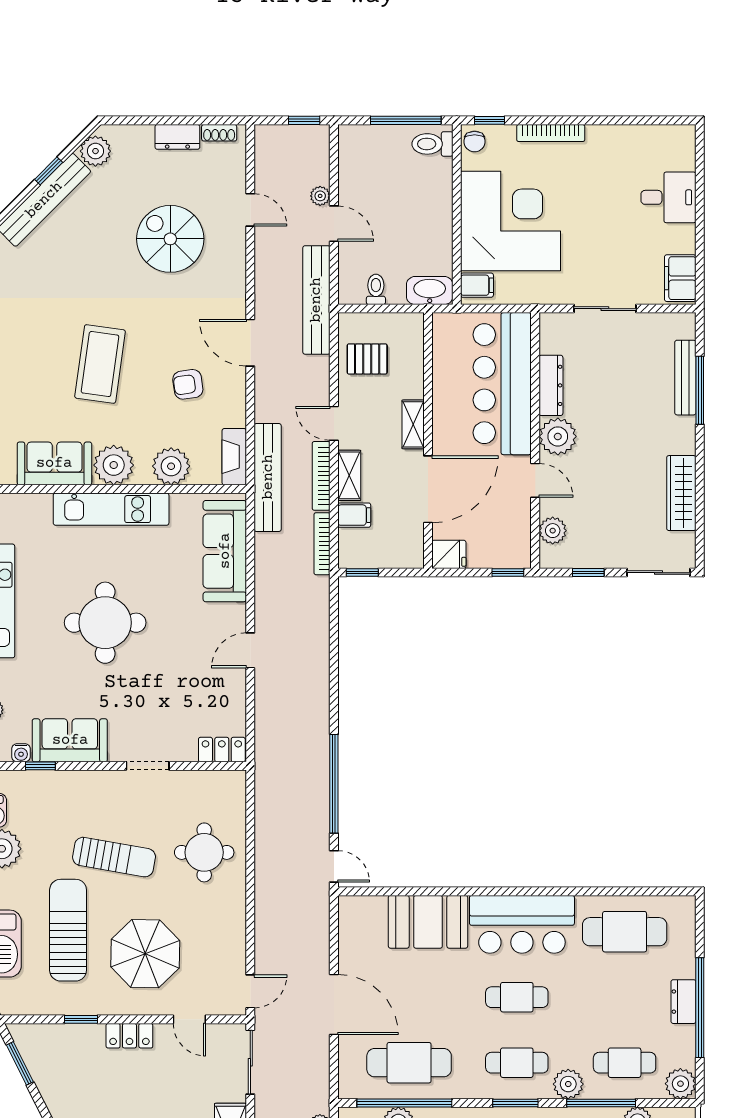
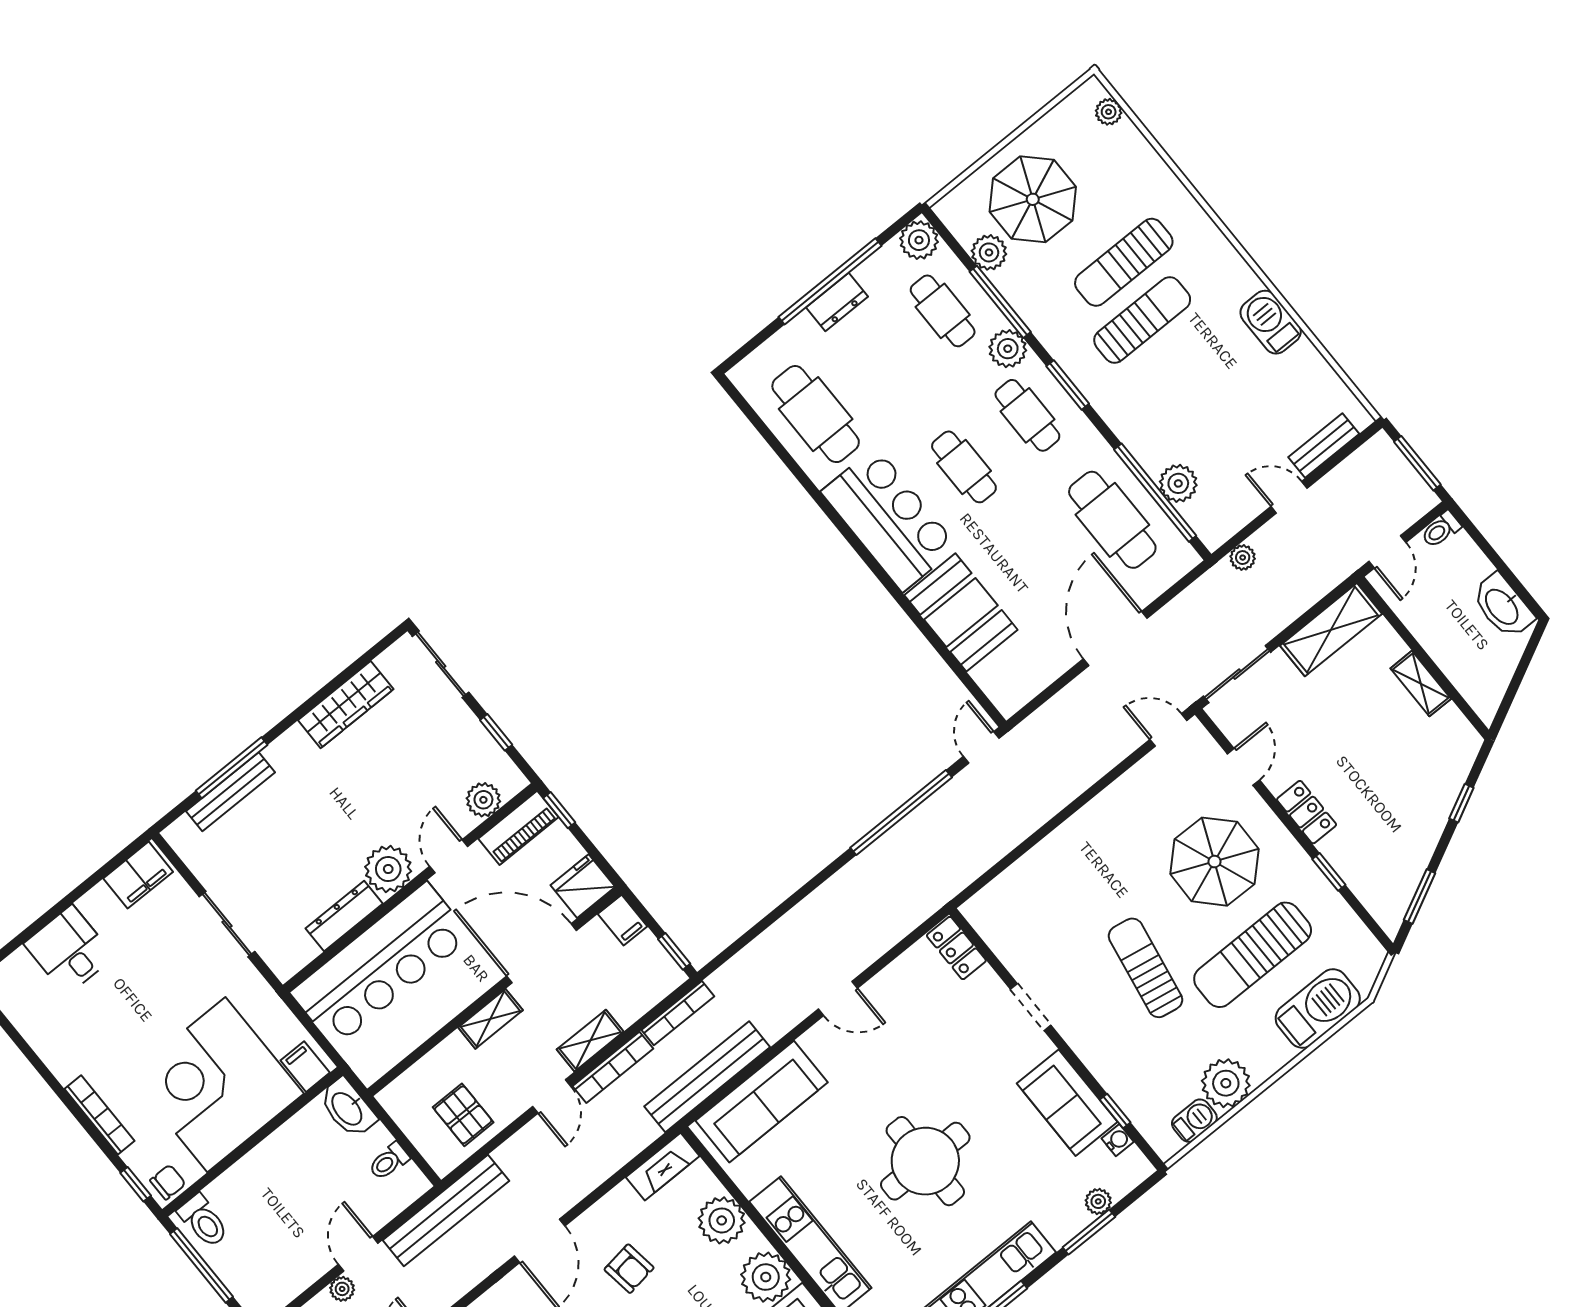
bench: (268, 477) -> (707, 1077), moved
filing cabinet: (354, 515) -> (623, 920), moved, turned 180
piano: (518, 538) -> (518, 828), added
fridge: (449, 554) -> (583, 886), width x1.38
round table: (204, 852) -> (1070, 884), removed

